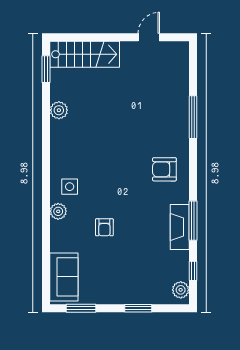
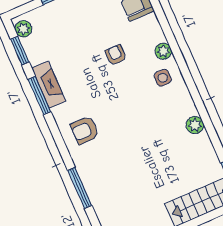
plant: (59, 110) -> (195, 125), moved
armchair: (164, 169) -> (85, 130), turned 180
window: (193, 271) -> (20, 51), width x1.50

